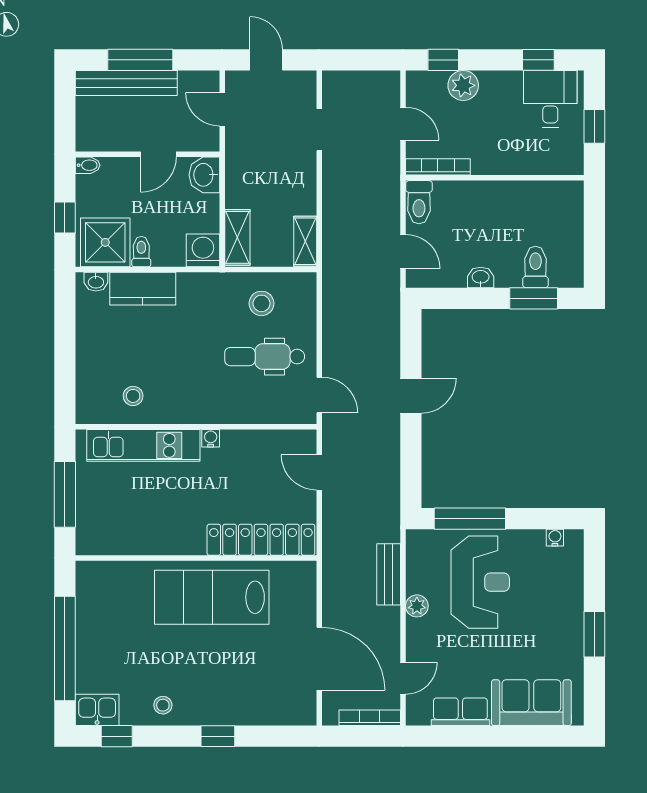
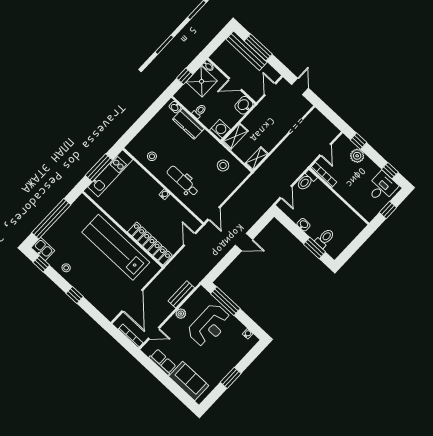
shower: (105, 242) -> (202, 81), moved
dental chair: (265, 357) -> (183, 181), moved
kitchen unit: (143, 445) -> (110, 173), moved, turned -90
lab bench: (212, 597) -> (116, 247), width x1.36

